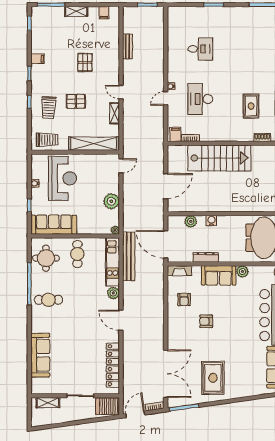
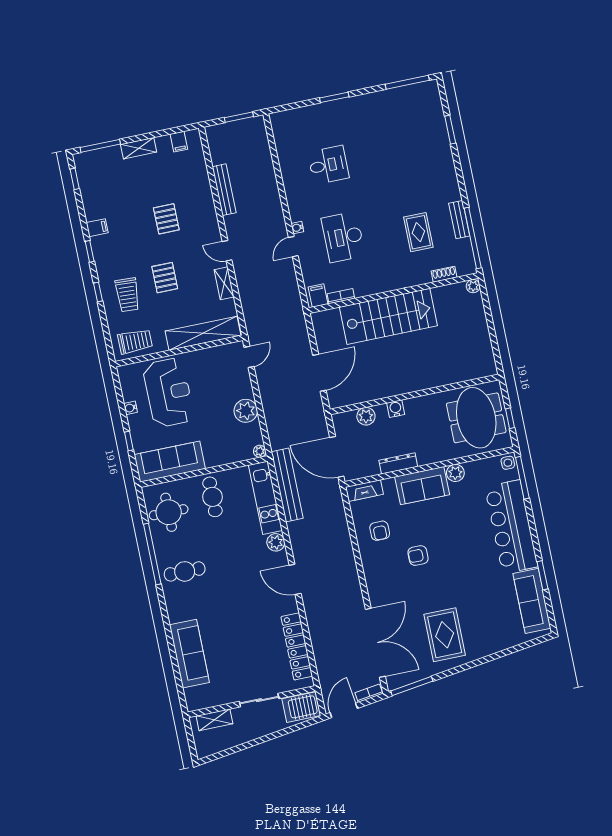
bench: (127, 46) -> (224, 190), width x1.36
pallet: (76, 101) -> (165, 278), turned 90

